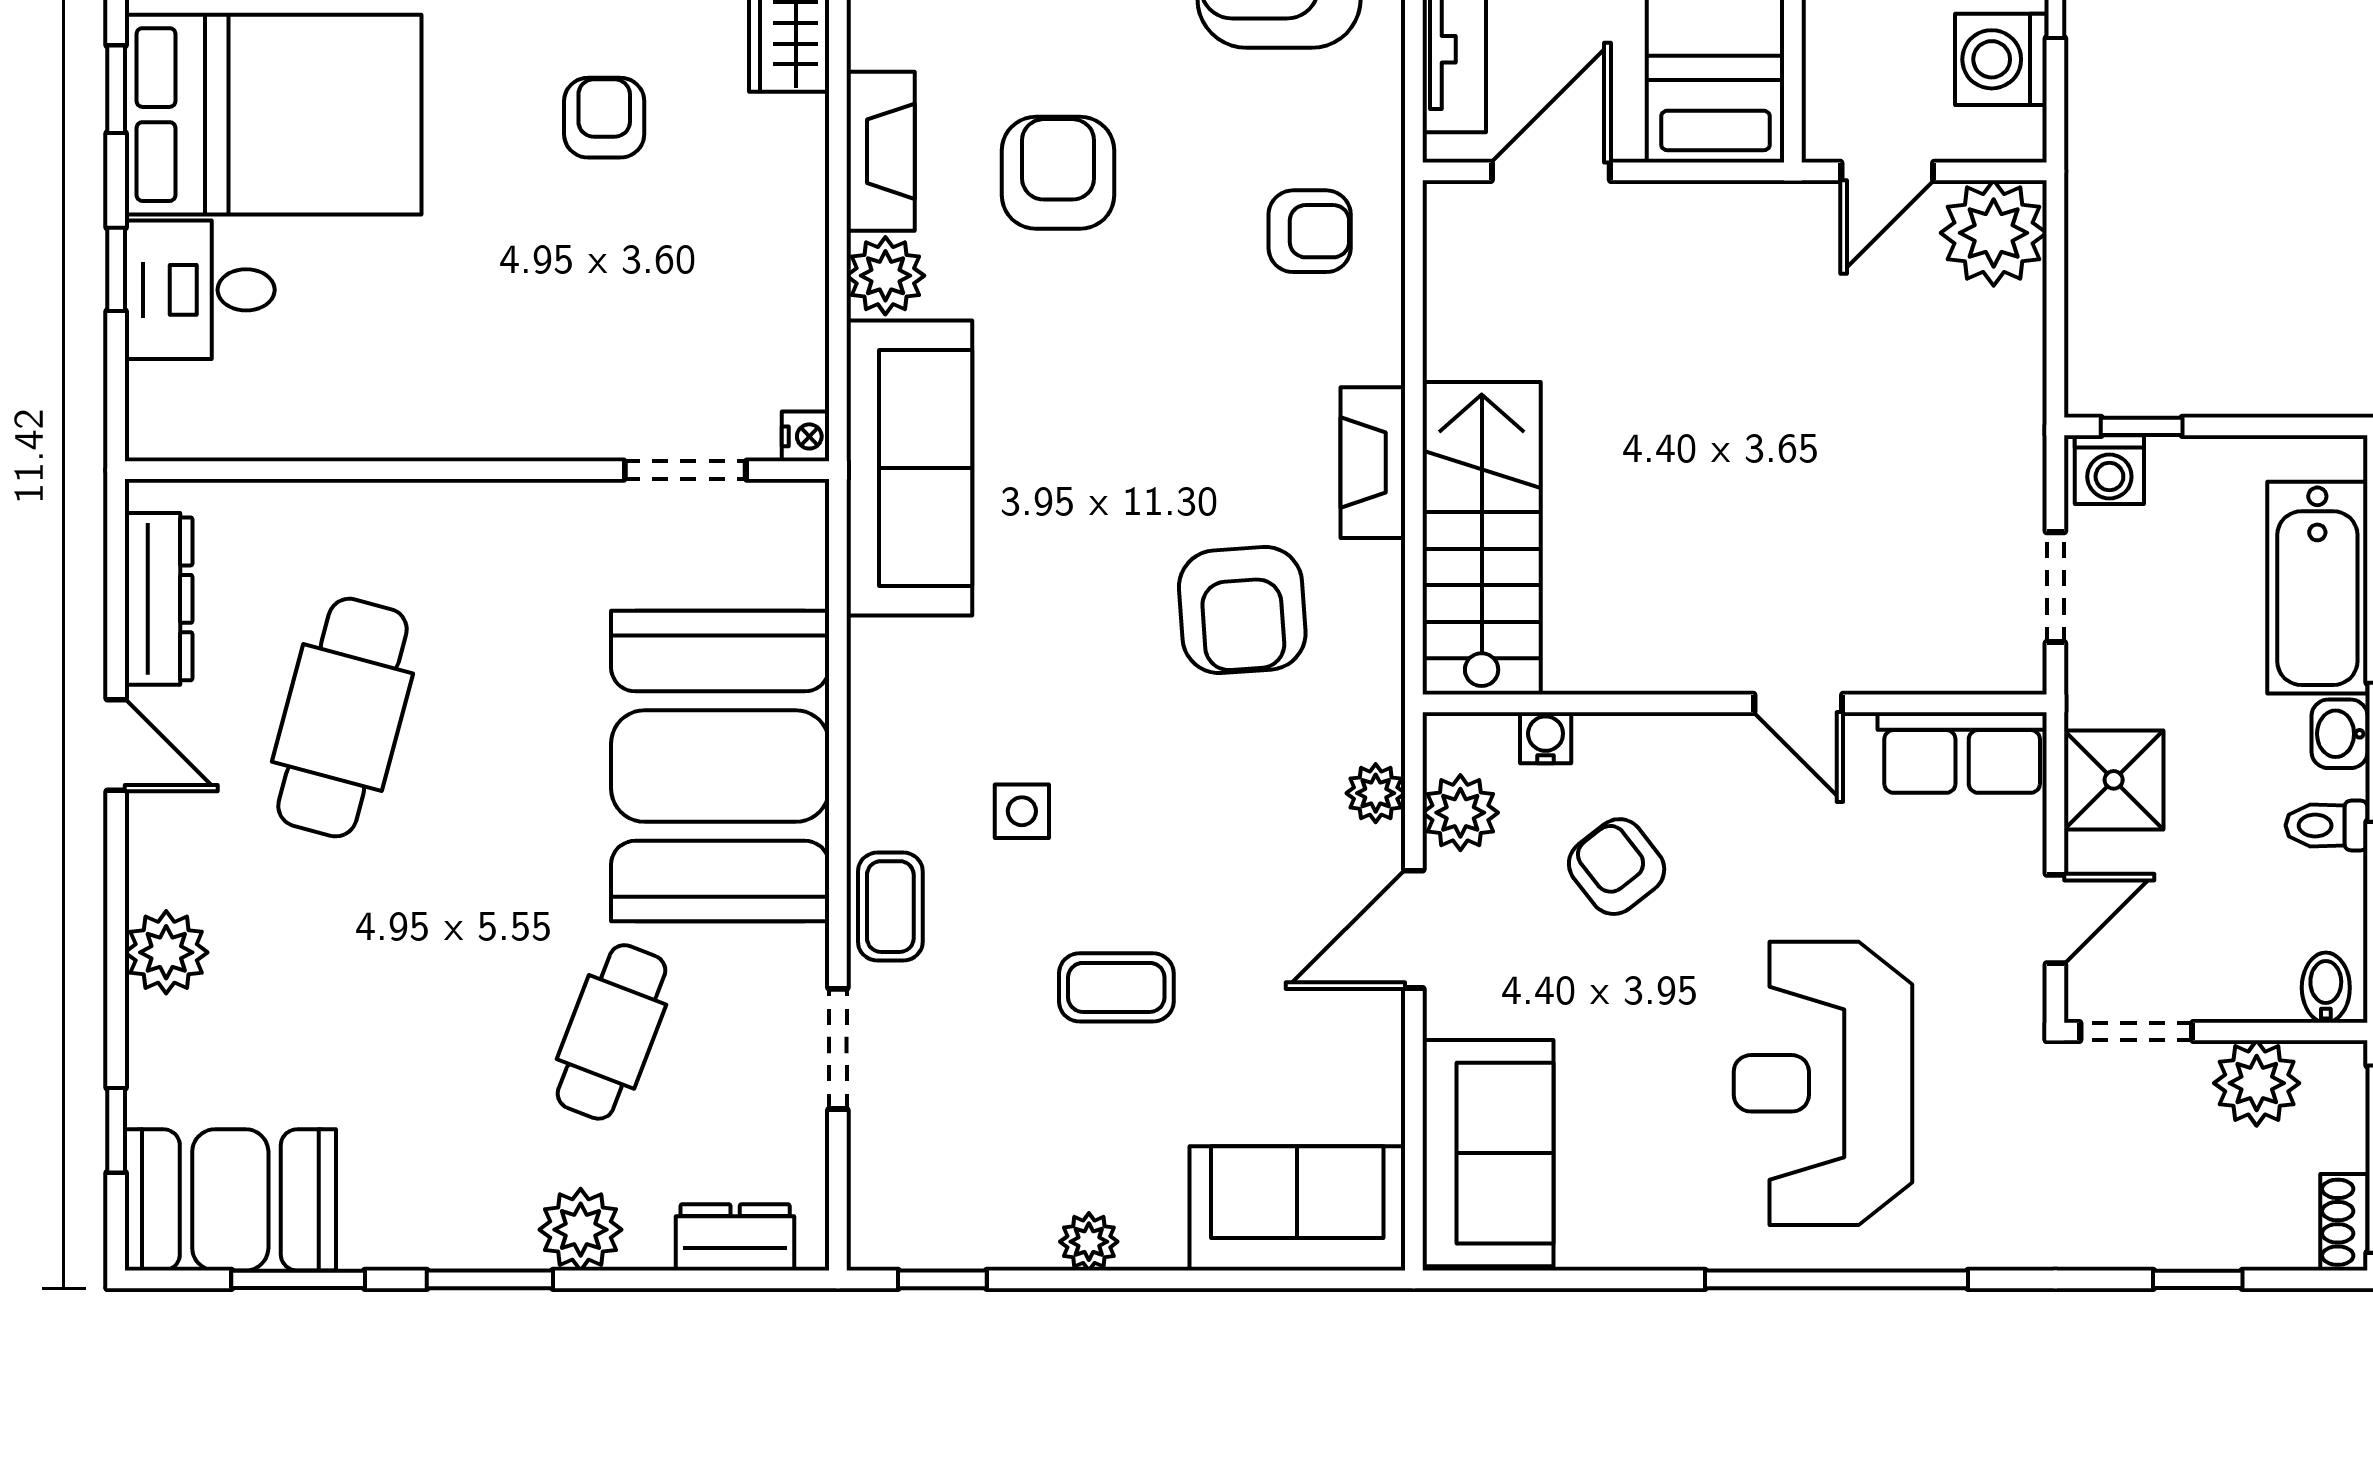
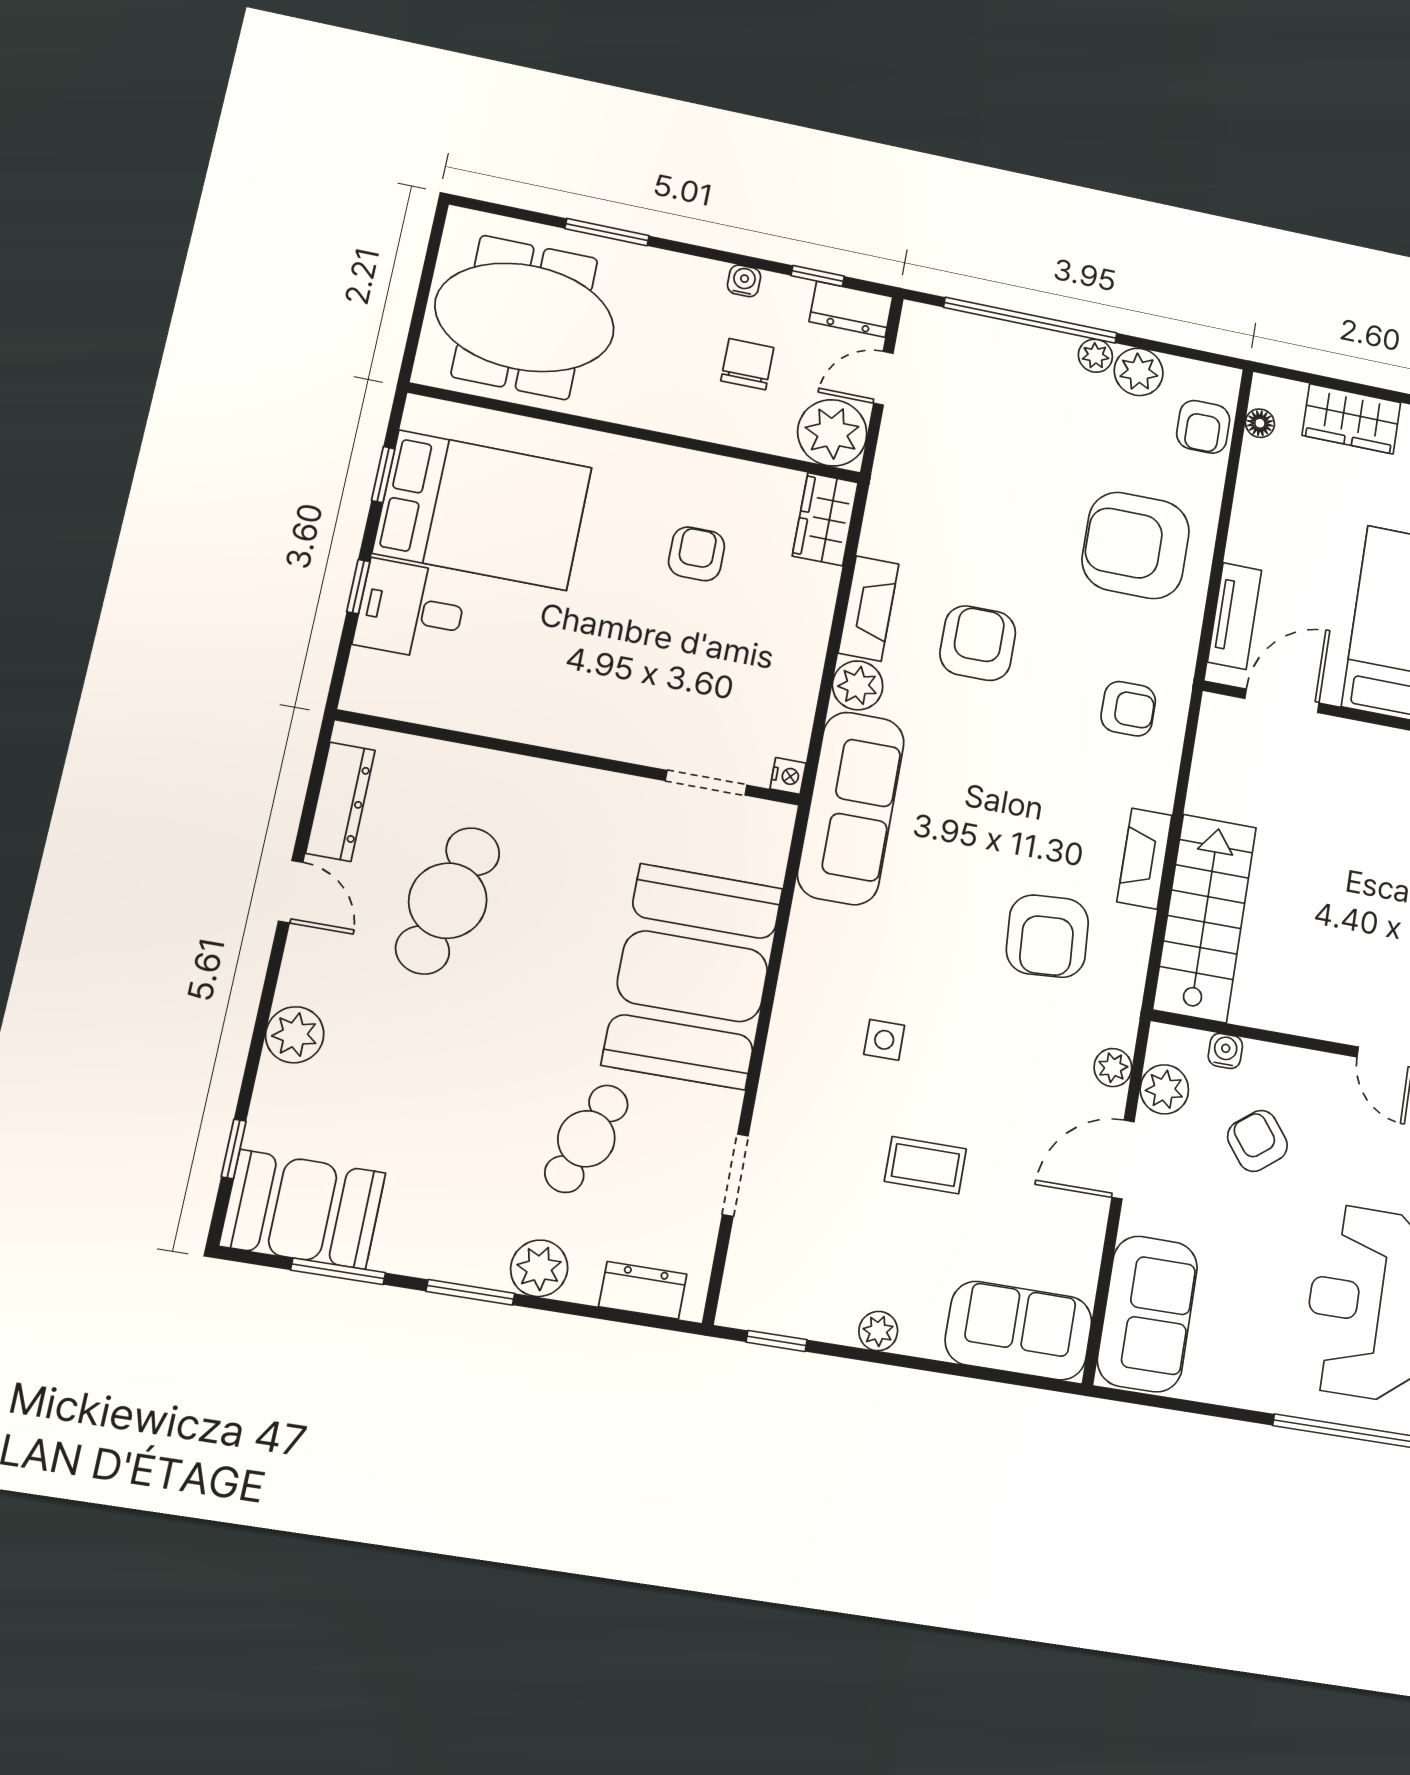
coffee table: (890, 907) -> (787, 1087), removed

